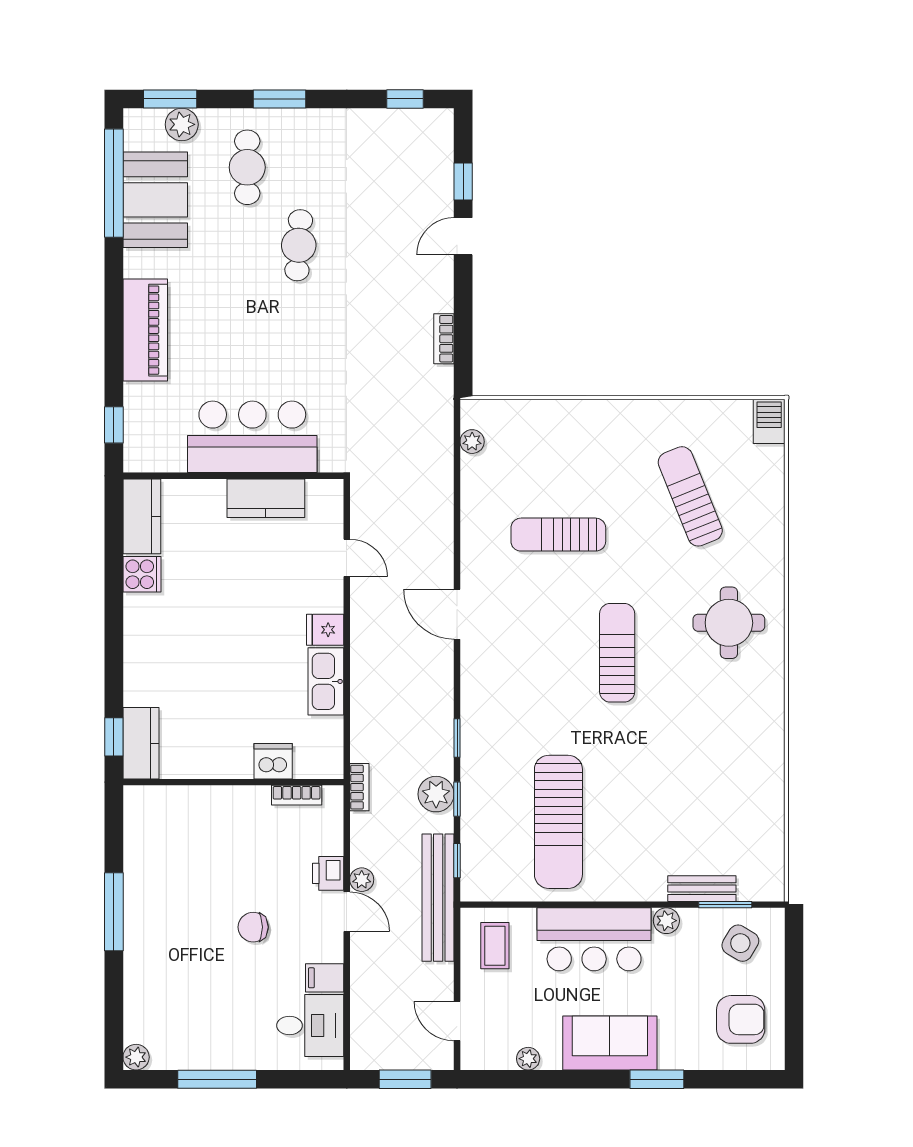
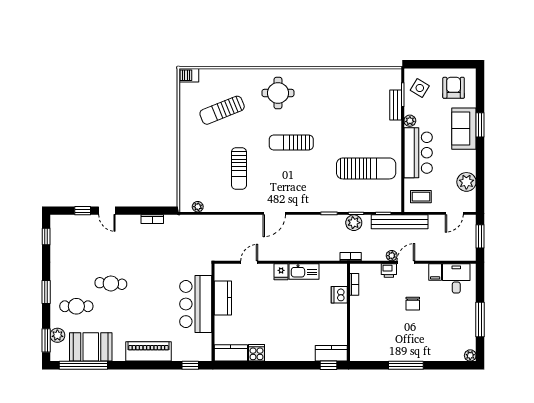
sofa: (610, 1043) -> (464, 129), moved
plant: (528, 1059) -> (466, 182), width x1.87, depth x1.87

